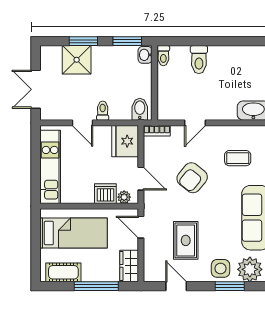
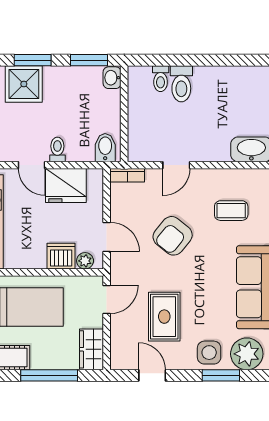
toilet: (163, 56) -> (161, 79), moved
fridge: (125, 141) -> (66, 186), moved, turned -90
door: (141, 227) -> (107, 299), swing flipped

